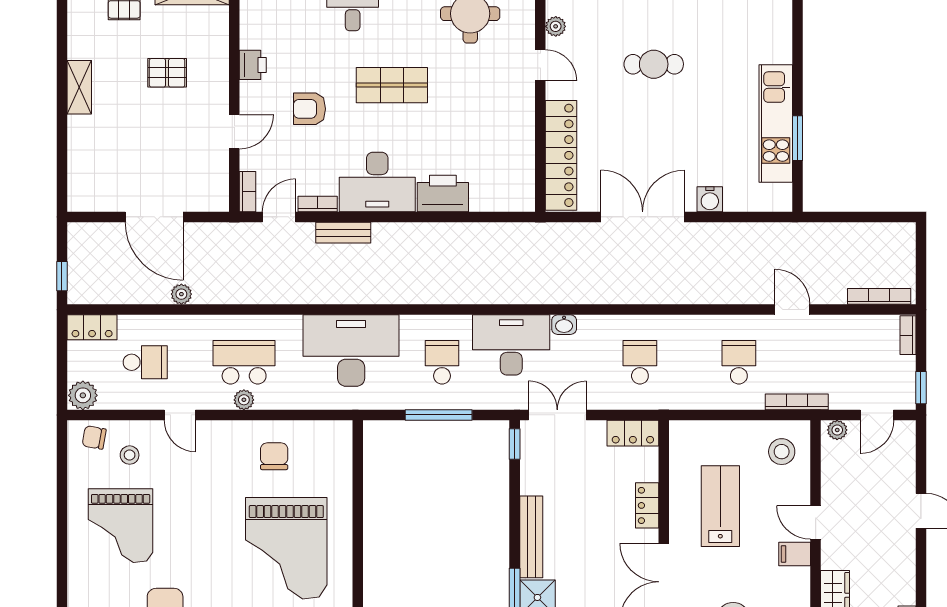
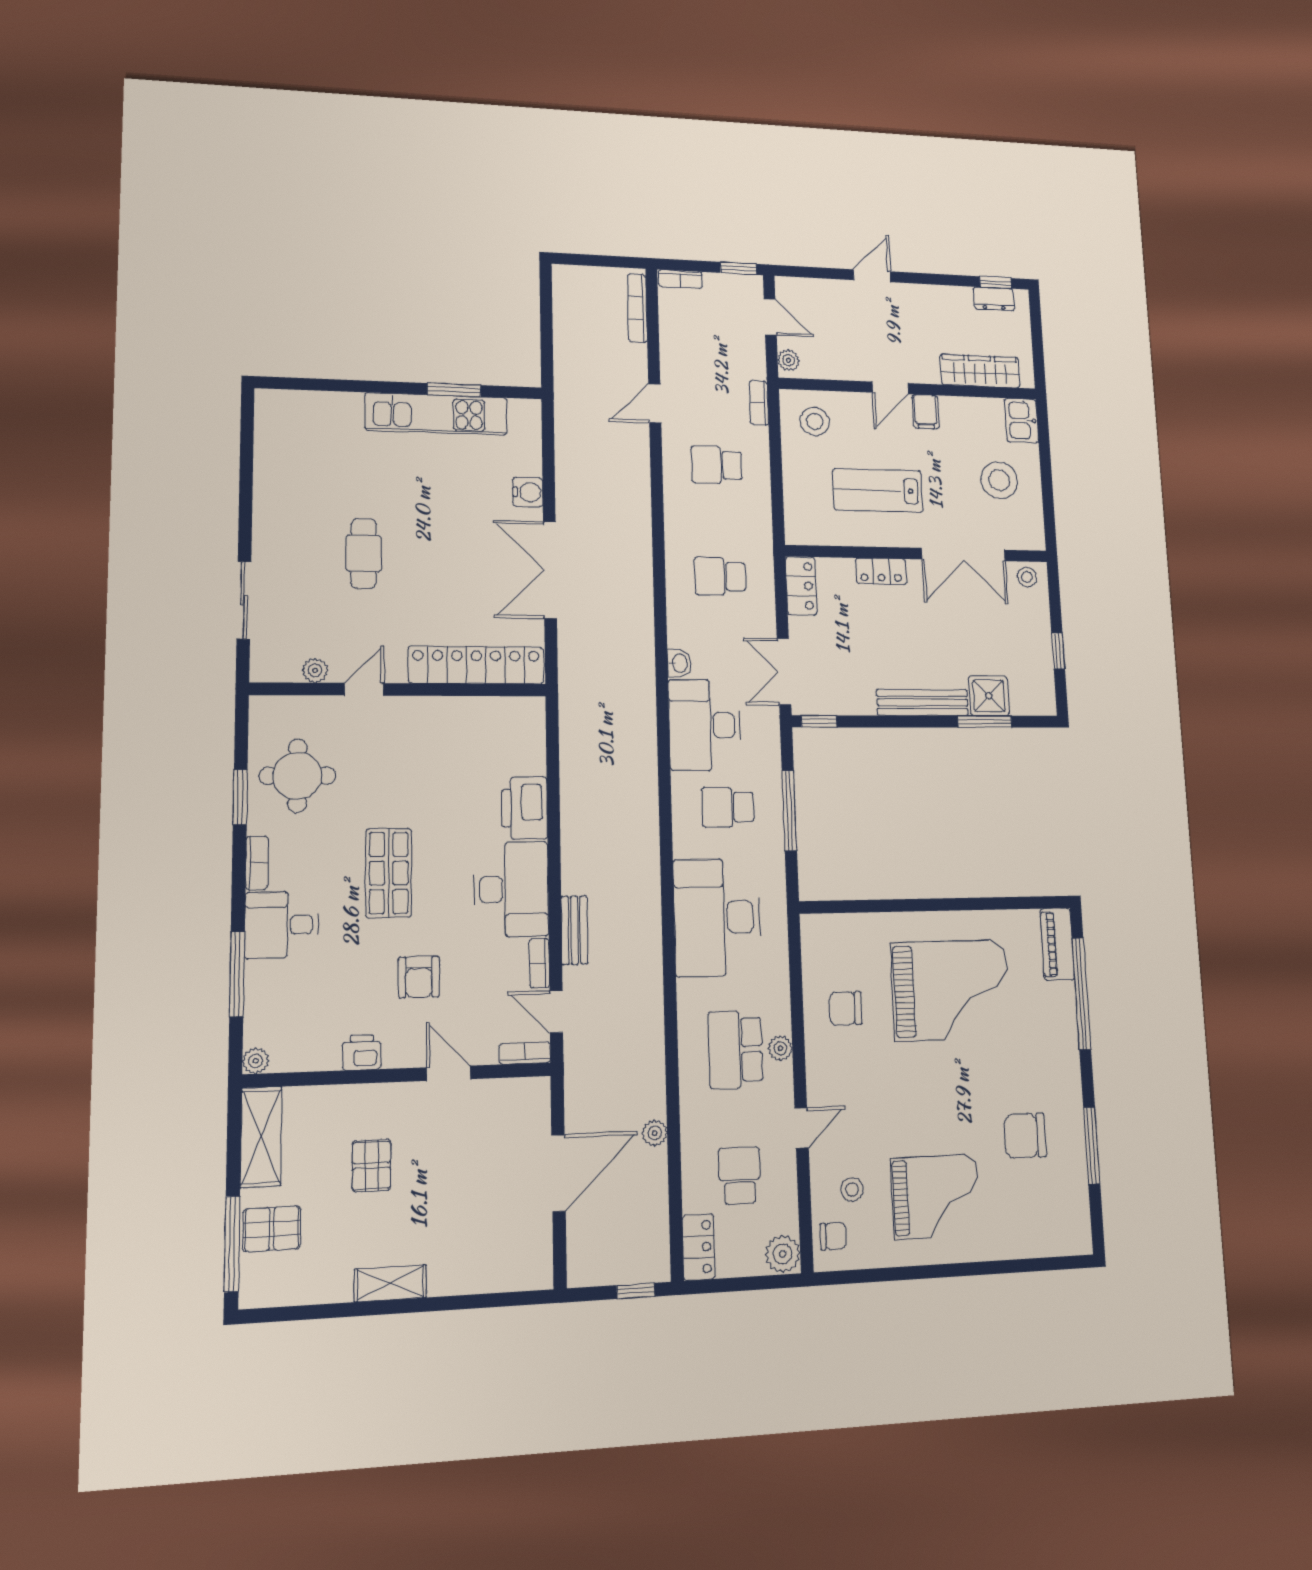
bookcase: (797, 402) -> (759, 403), width x0.64
chair: (94, 437) -> (833, 1236), turned -100

